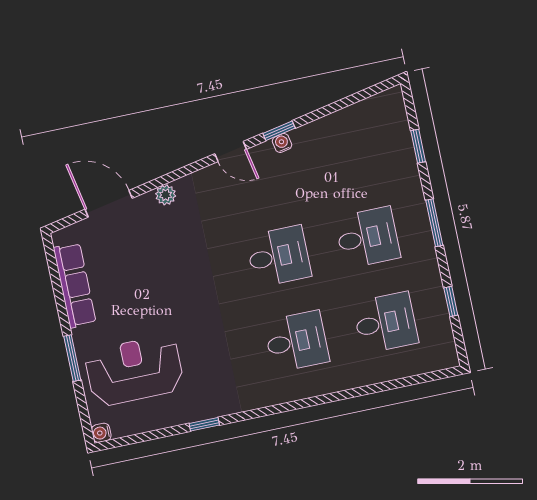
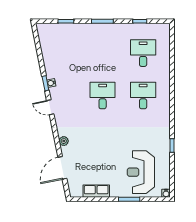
door: (231, 152) -> (50, 107), swing flipped
desk: (367, 237) -> (103, 53), removed
row of seats: (75, 285) -> (96, 191), width x0.68

